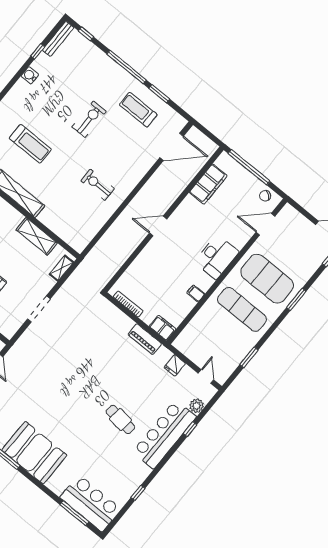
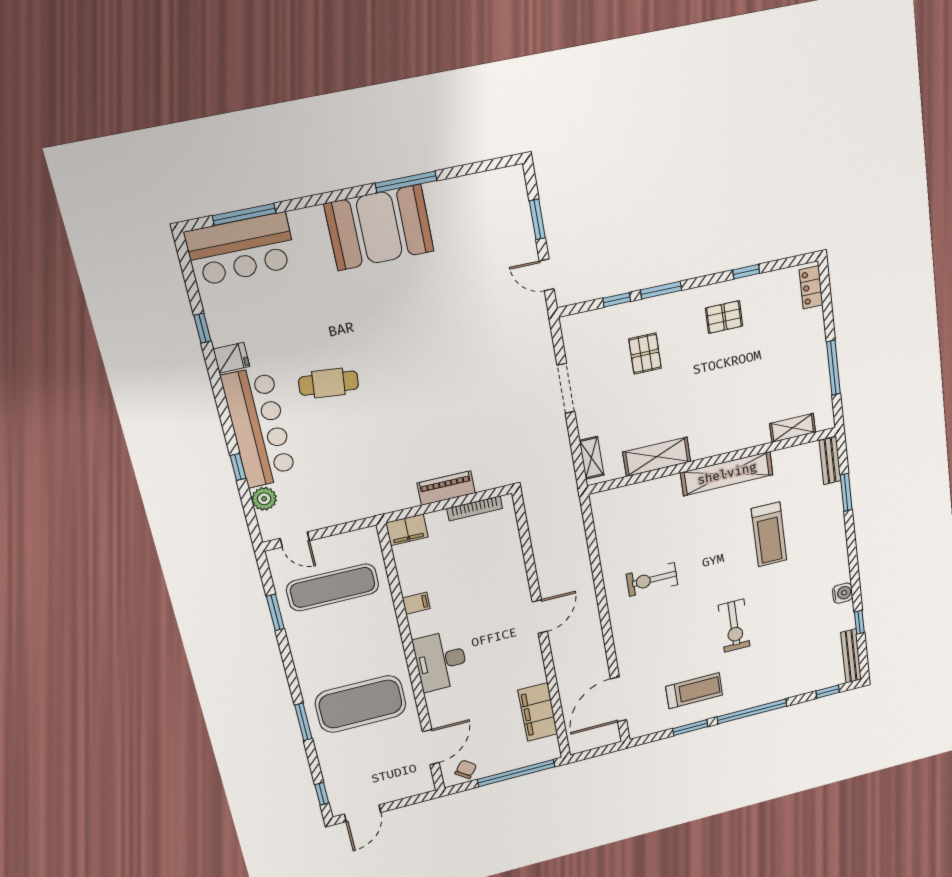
treadmill: (30, 144) -> (769, 534), turned -90
exercise bike: (98, 185) -> (652, 579), turned 180
exercise mat: (242, 309) -> (333, 587), moved
piano: (145, 339) -> (446, 488), moved
fridge: (175, 365) -> (231, 358), moved, turned 90

